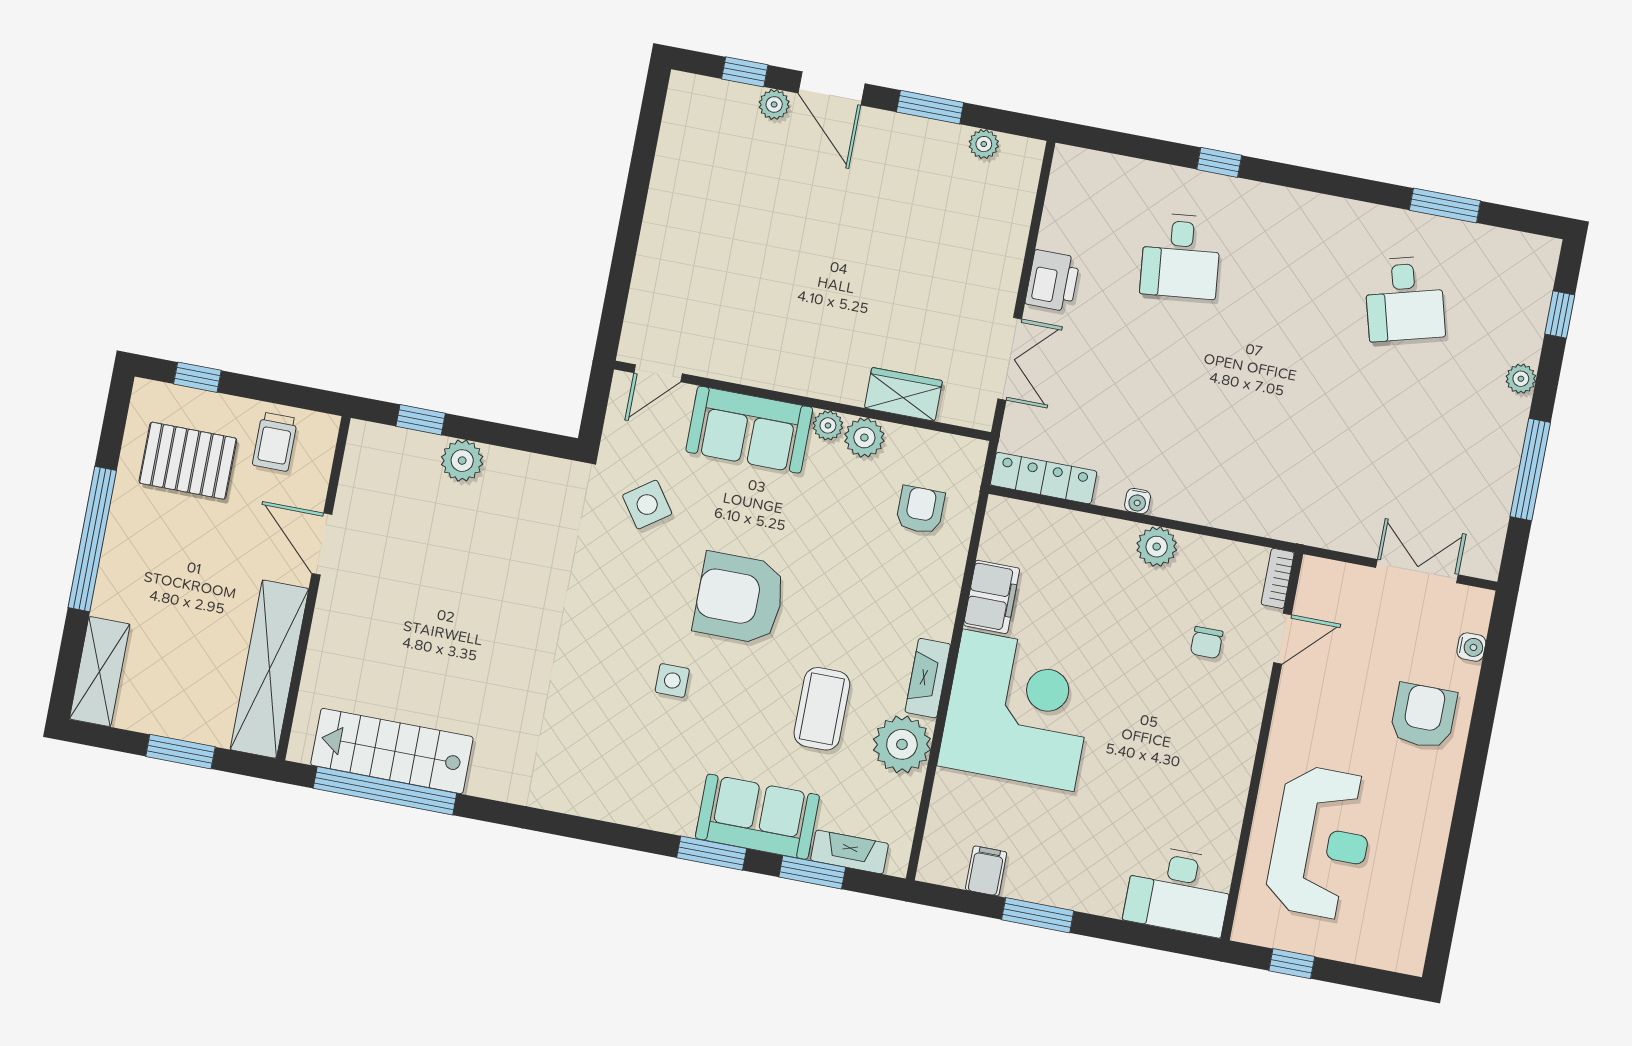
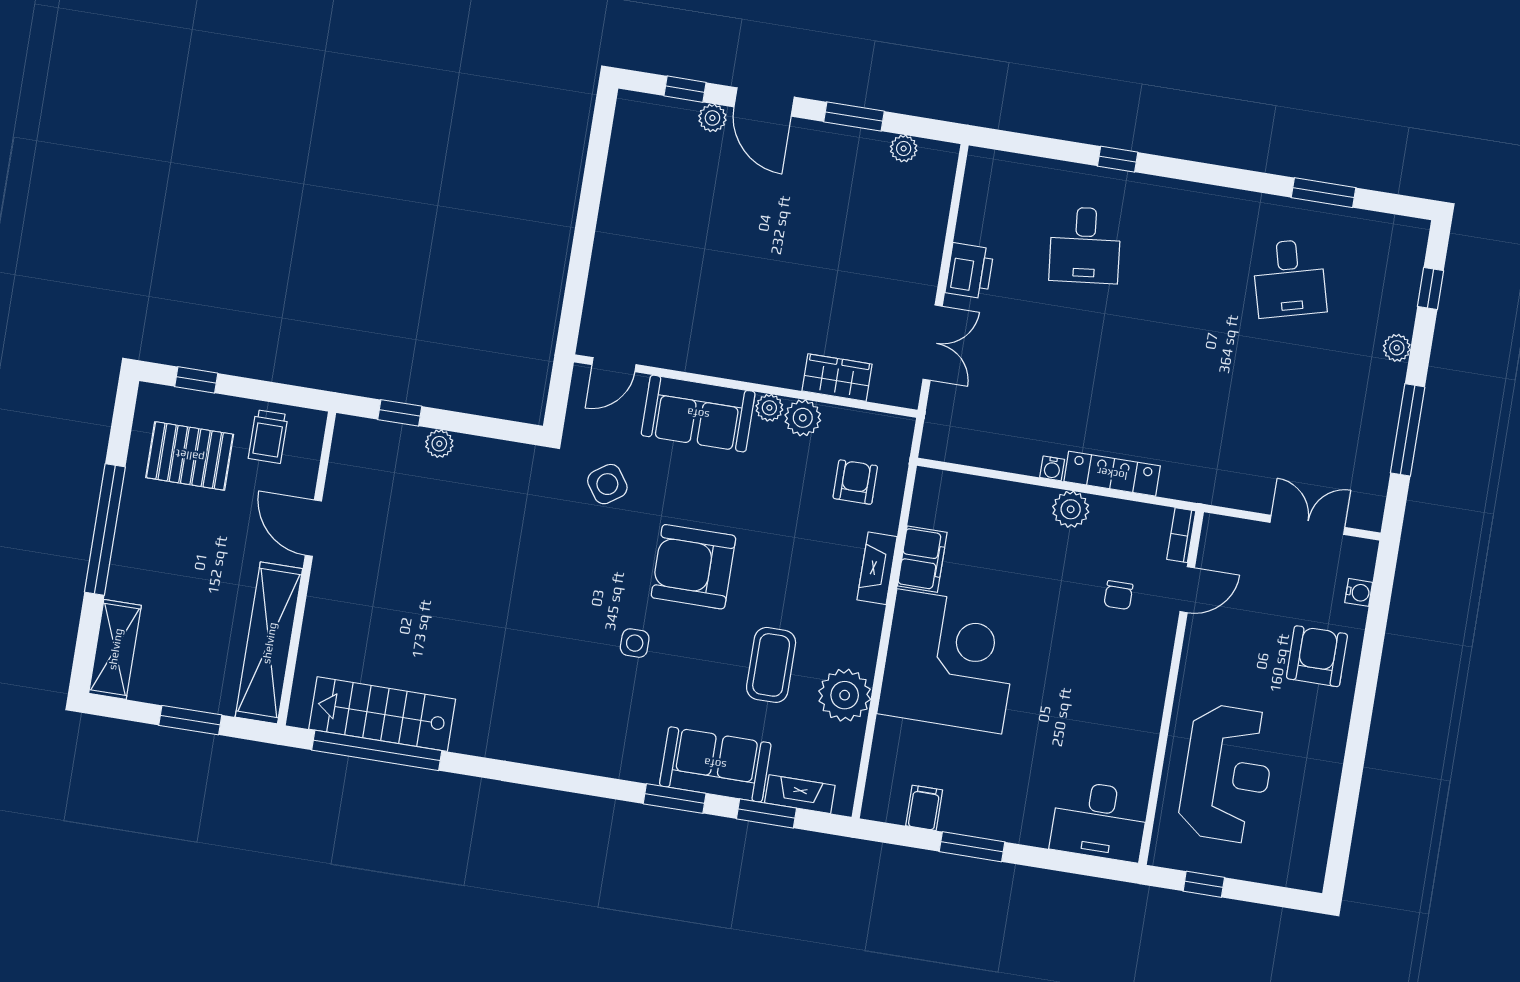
plant: (462, 461) -> (439, 444), width x0.73, depth x0.73
locker: (1044, 478) -> (1112, 474), moved
fireplace: (928, 678) -> (877, 568), moved

